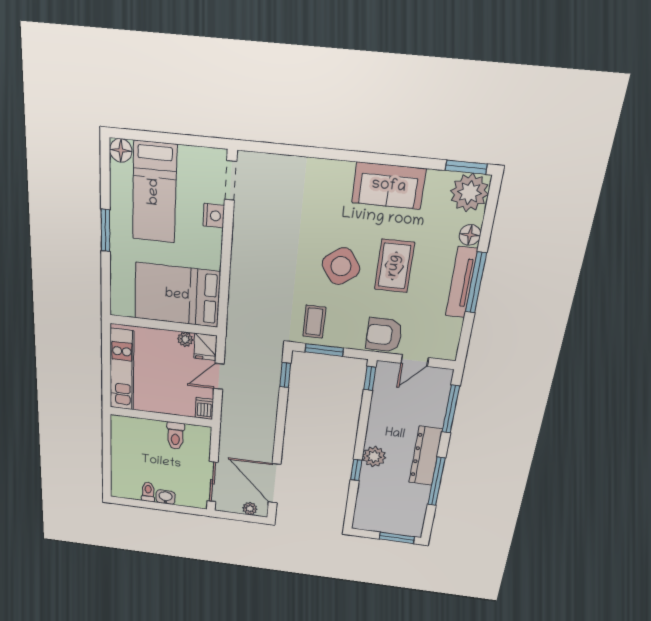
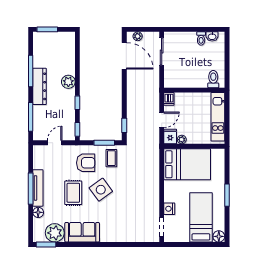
plant: (469, 193) -> (55, 233), moved
armchair: (384, 335) -> (86, 163), moved
toilet: (175, 436) -> (213, 79), moved
window: (356, 470) -> (77, 103), moved
washbasin: (166, 497) -> (212, 36), moved

